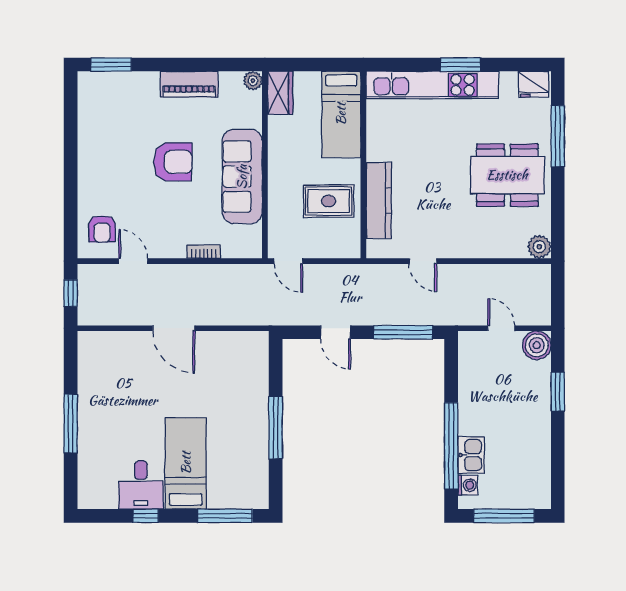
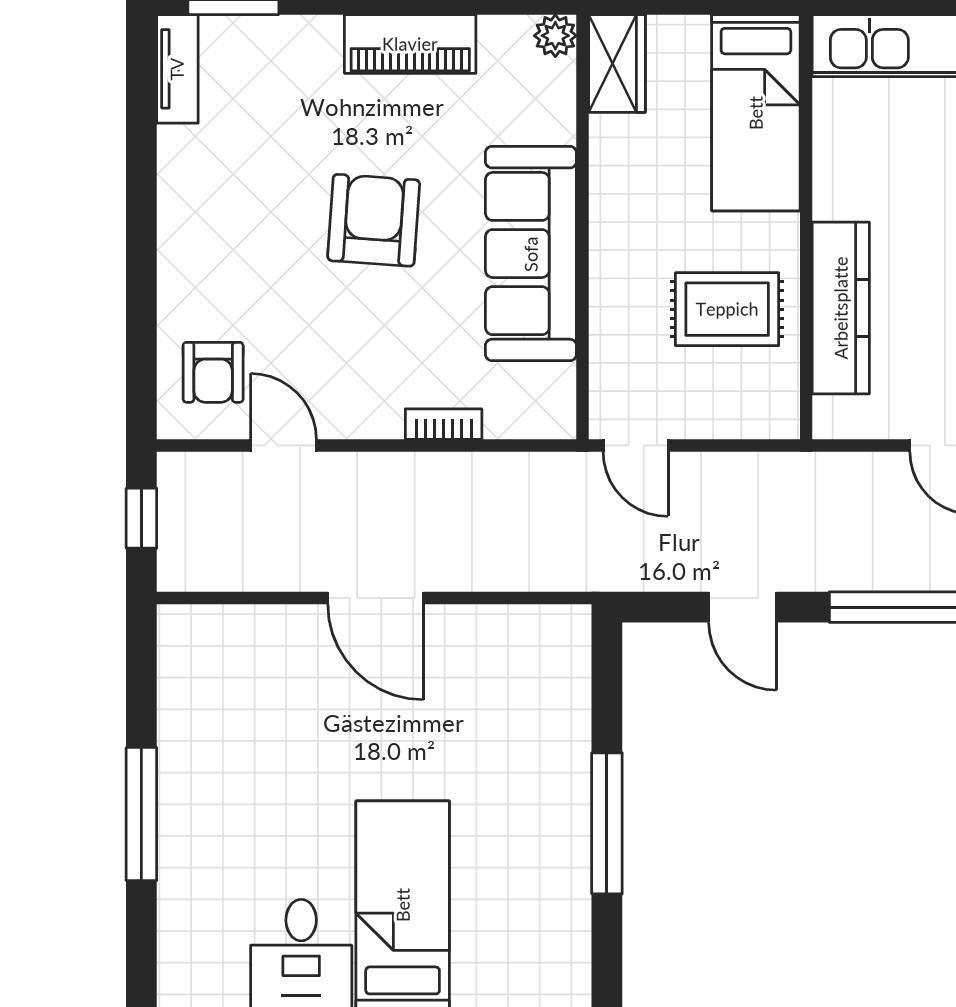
tv unit: (86, 95) -> (177, 69), added
armchair: (173, 162) -> (374, 220), turned -86

